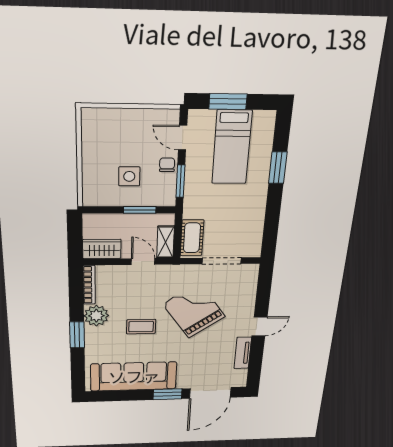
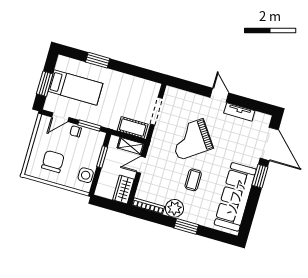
chair: (113, 145) -> (53, 161), added
side table: (129, 176) -> (86, 175), moved

